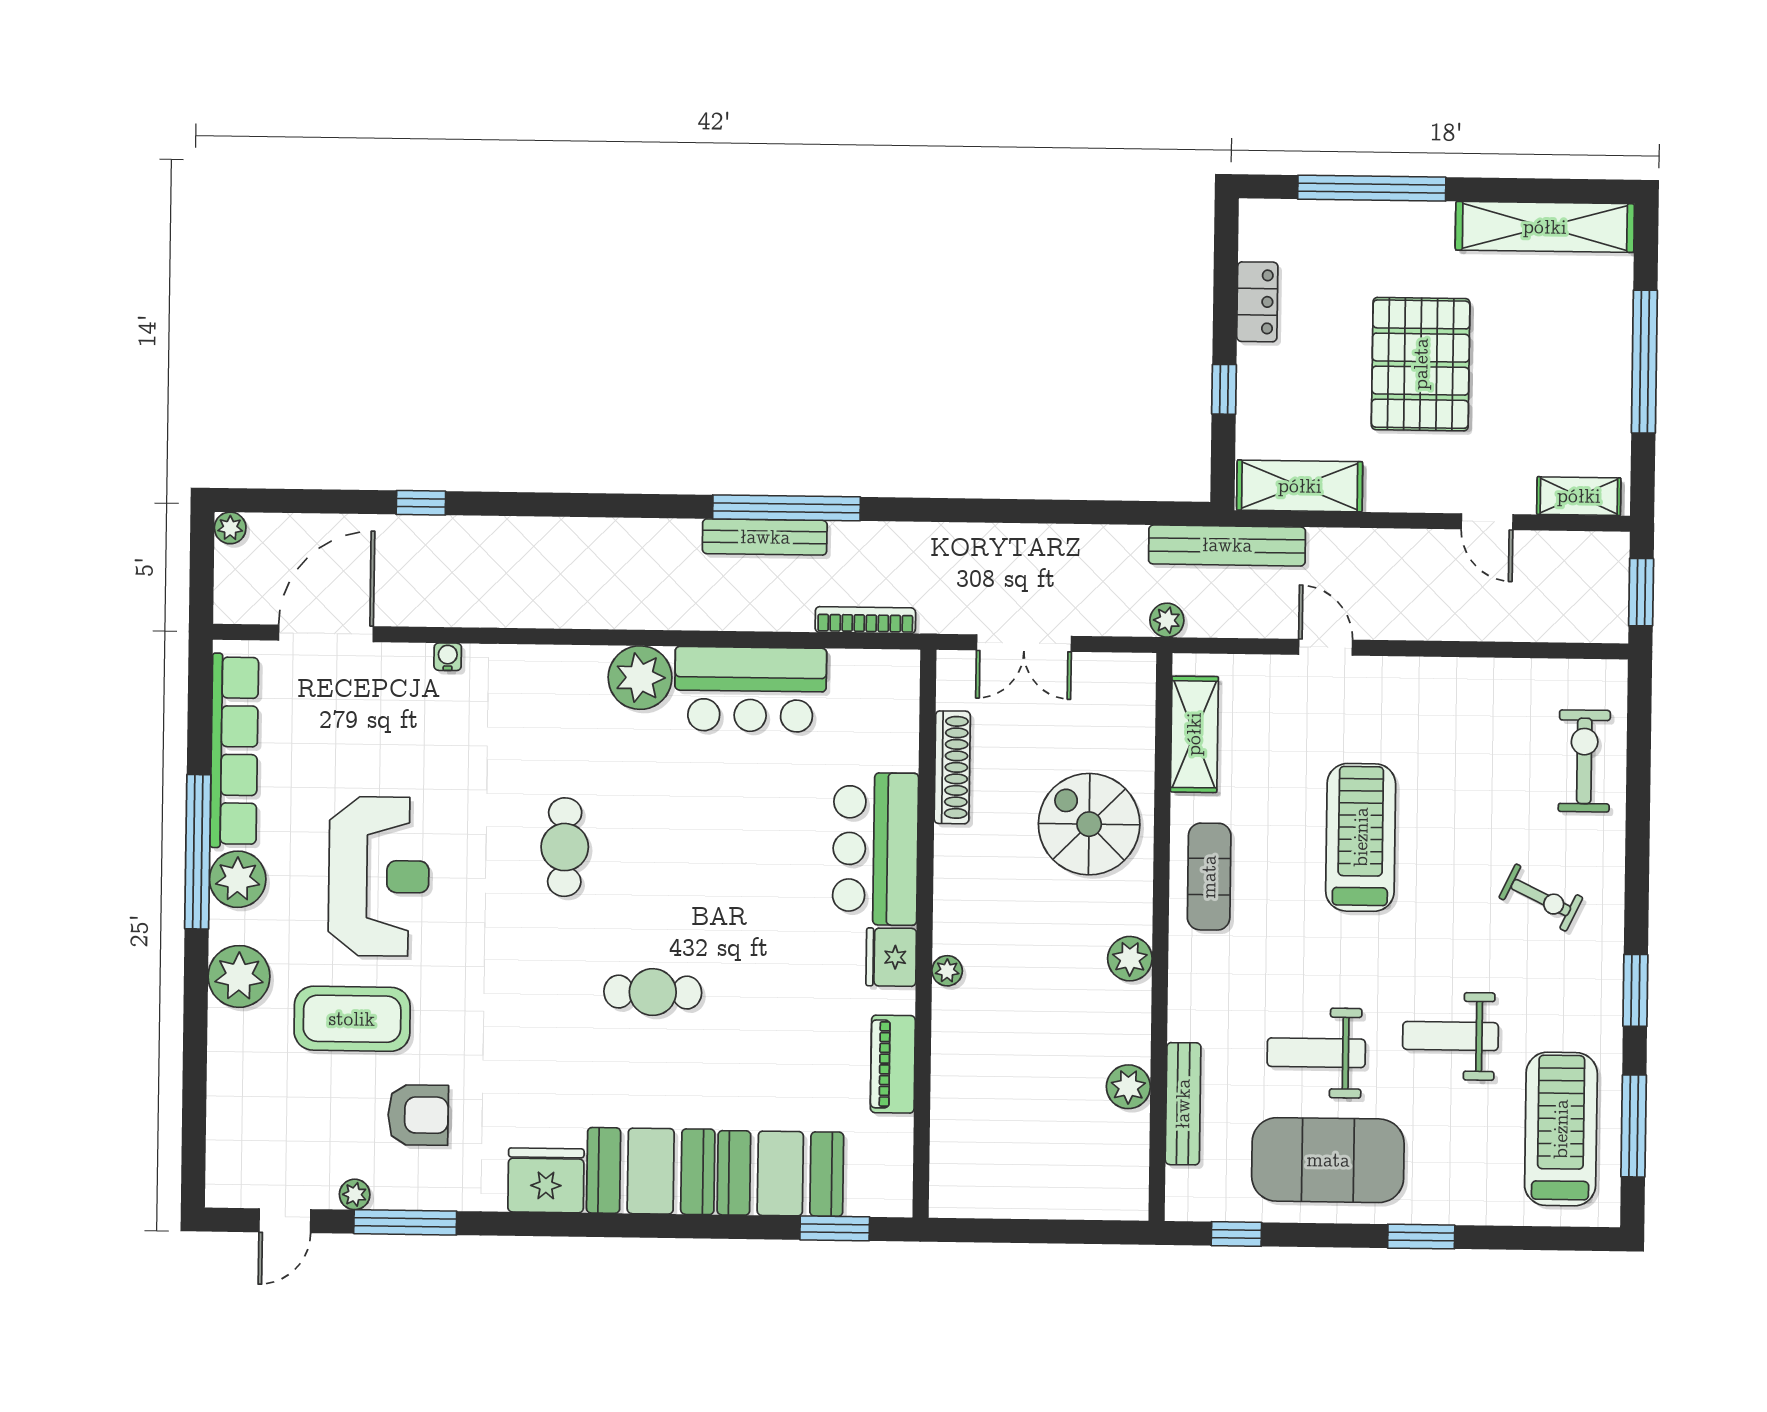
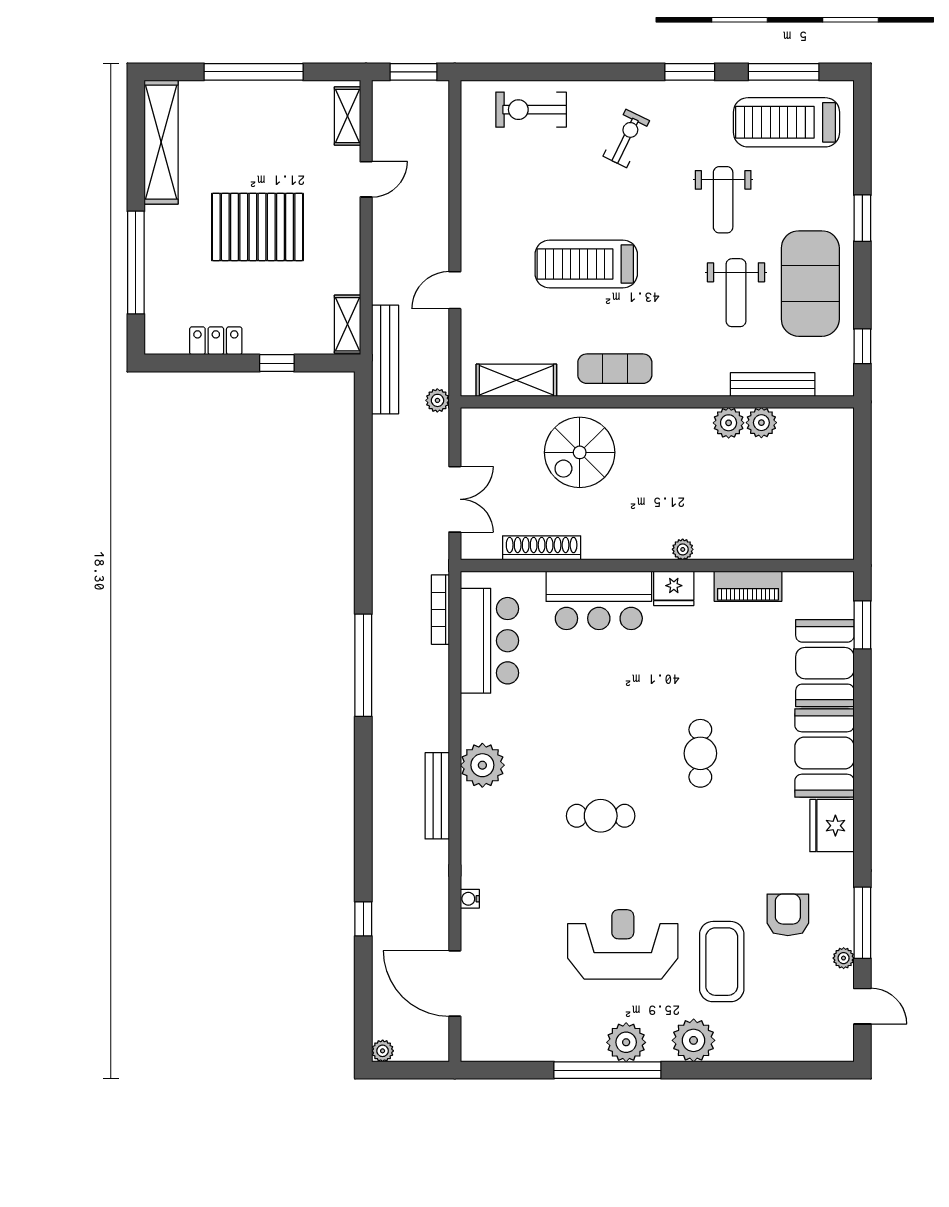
shelving: (1300, 486) -> (347, 324), width x0.67, depth x0.75
bench: (765, 537) -> (437, 796), moved
bar counter: (750, 689) -> (489, 641), moved
row of seats: (234, 751) -> (537, 1046), removed
plant: (1130, 959) -> (729, 423), moved

